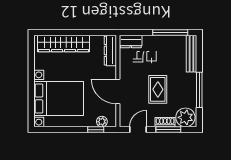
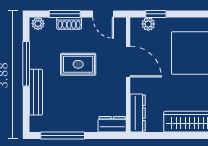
bench: (191, 54) -> (36, 92), moved
rug: (158, 89) -> (78, 64), turned 90
plant: (185, 117) -> (38, 24), width x0.53, depth x0.53
door: (138, 130) -> (103, 14), hinge flipped

